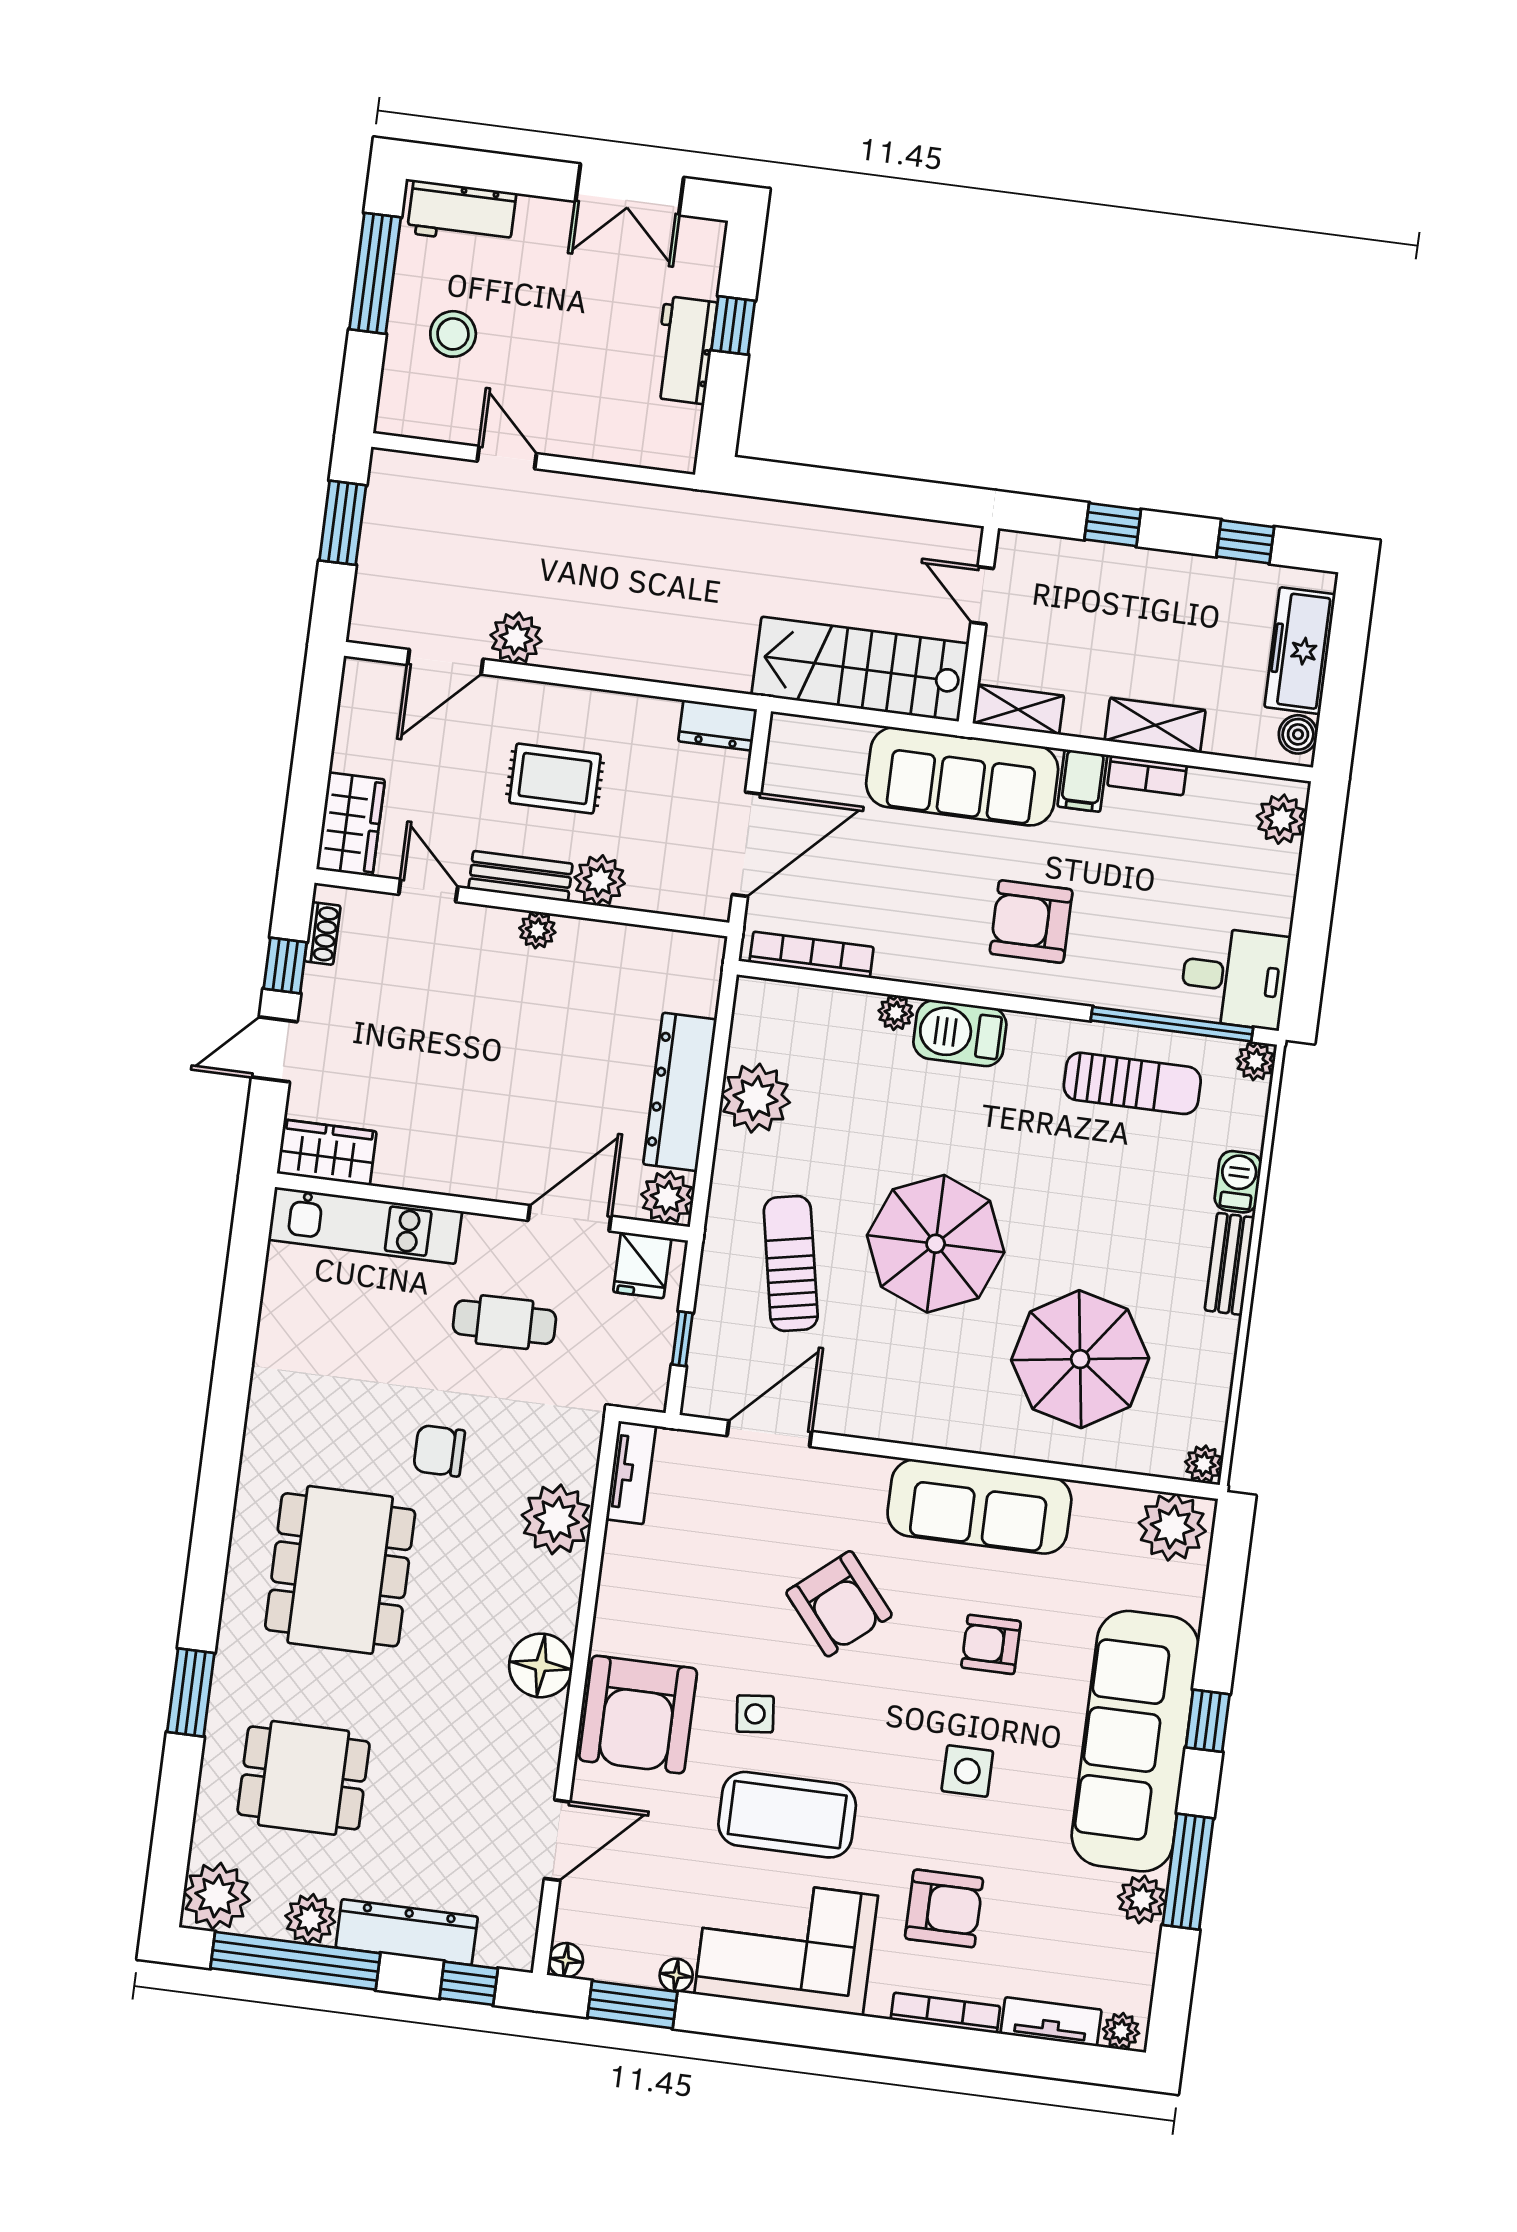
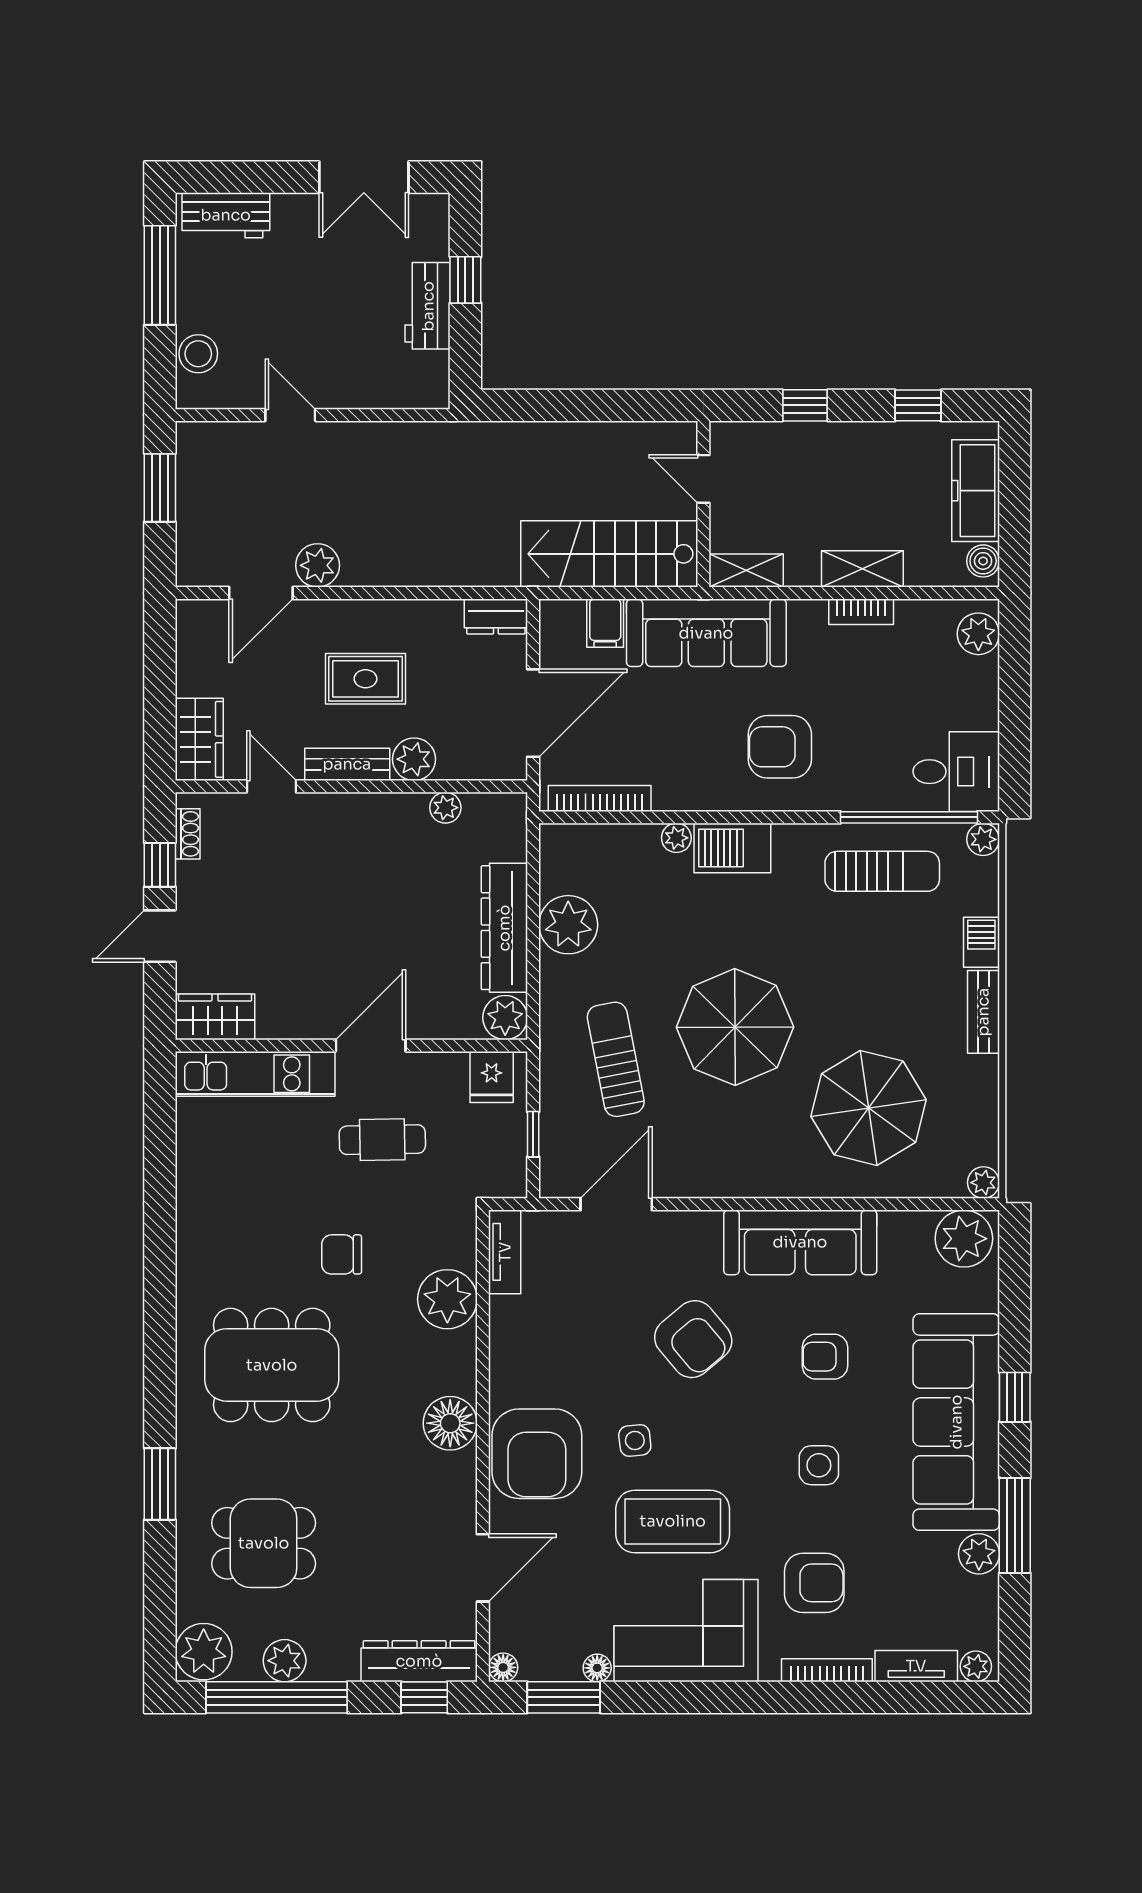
stool: (453, 334) -> (198, 354), moved
filing cabinet: (1082, 781) -> (605, 623), moved
plant: (537, 930) -> (445, 808), moved
door: (569, 1218) -> (371, 1046), moved
dining table: (340, 1570) -> (272, 1365), turned 90
dresser: (407, 1932) -> (419, 1661), moved

